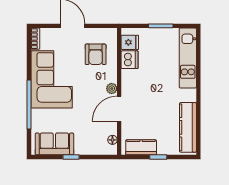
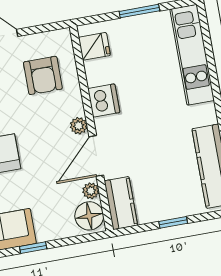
dishwasher: (130, 60) -> (104, 101), moved
plant: (112, 129) -> (91, 191), added
floor lamp: (112, 140) -> (89, 216), width x1.89, depth x1.89
kitchen counter: (141, 147) -> (121, 203), moved, turned 90

